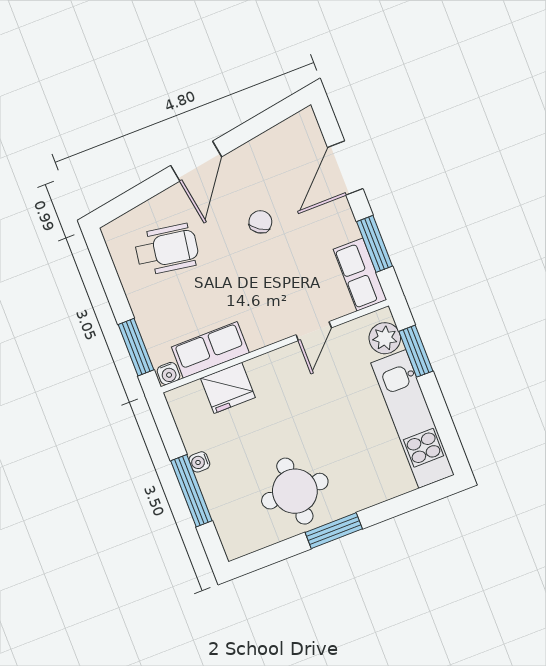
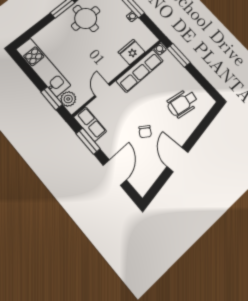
door: (196, 161) -> (177, 159), moved
row of seats: (210, 350) -> (140, 71), width x1.48

